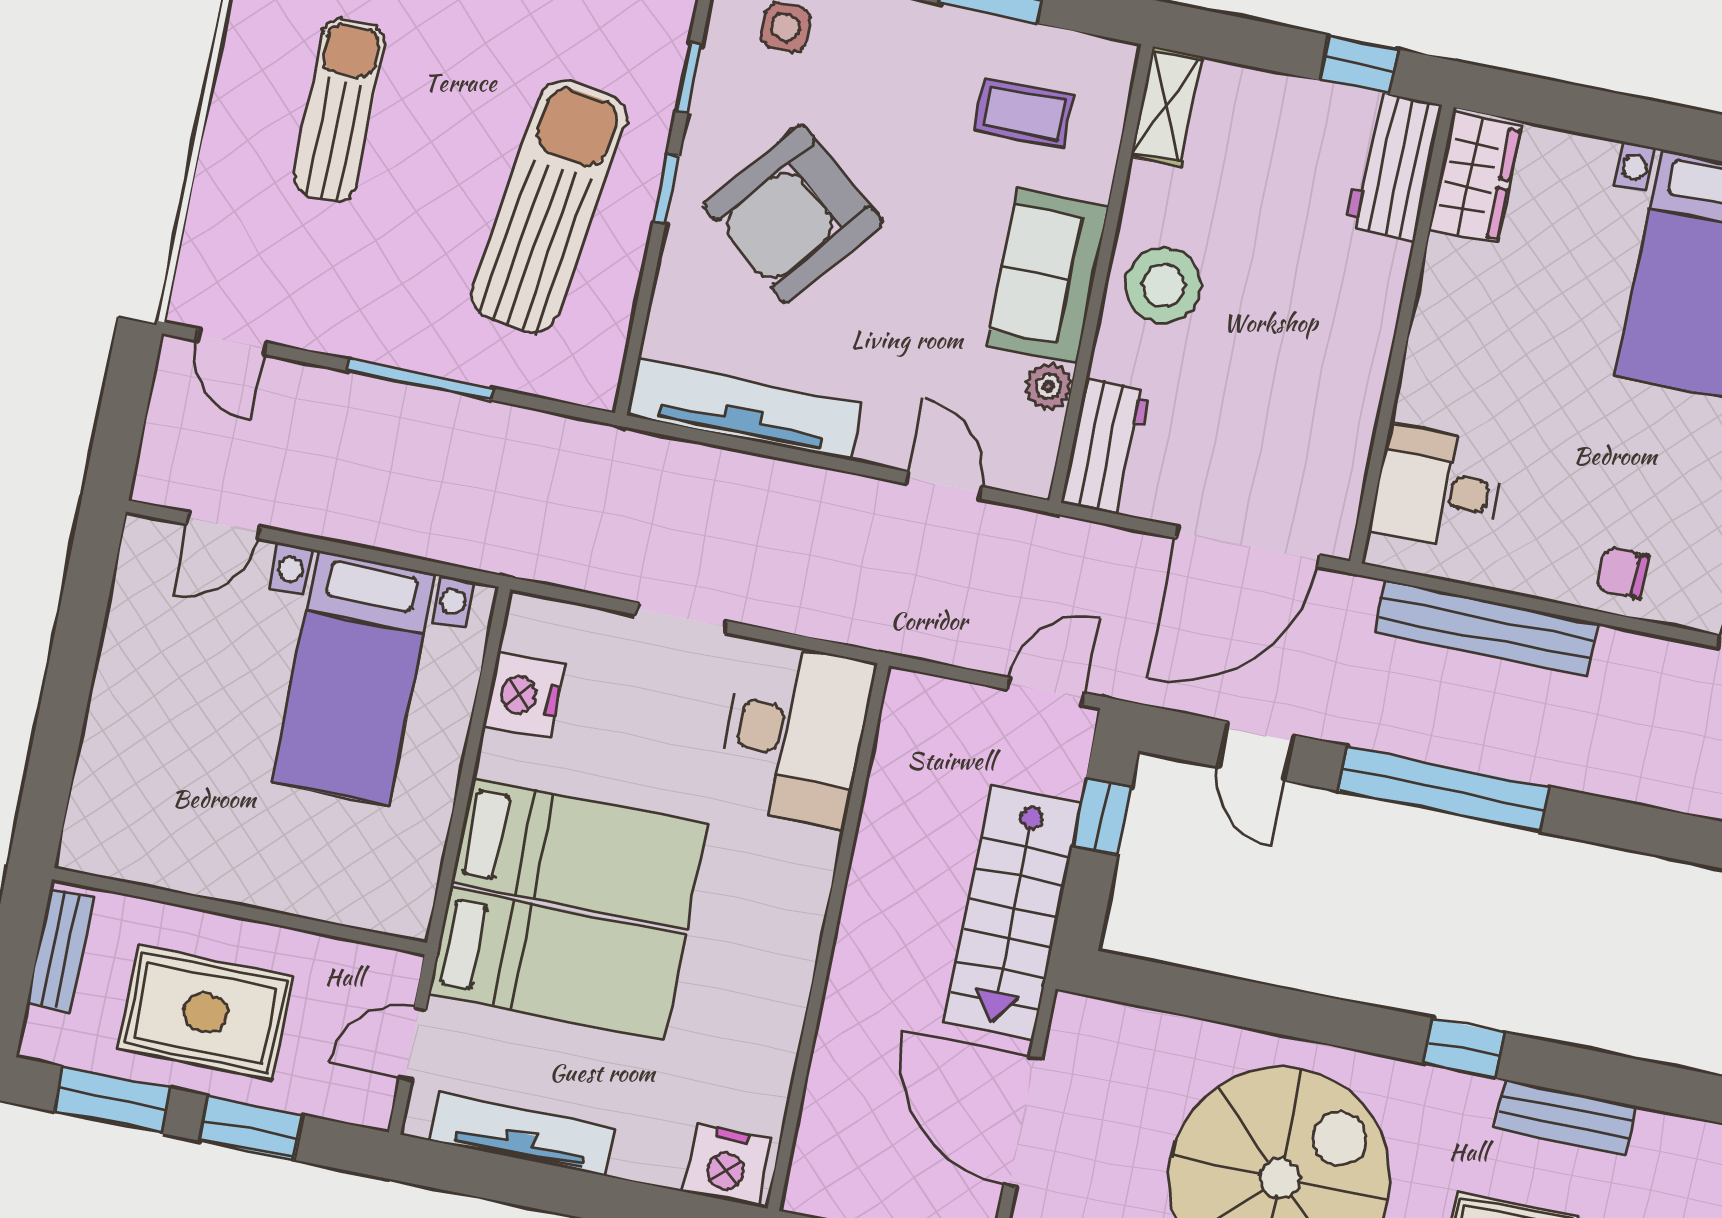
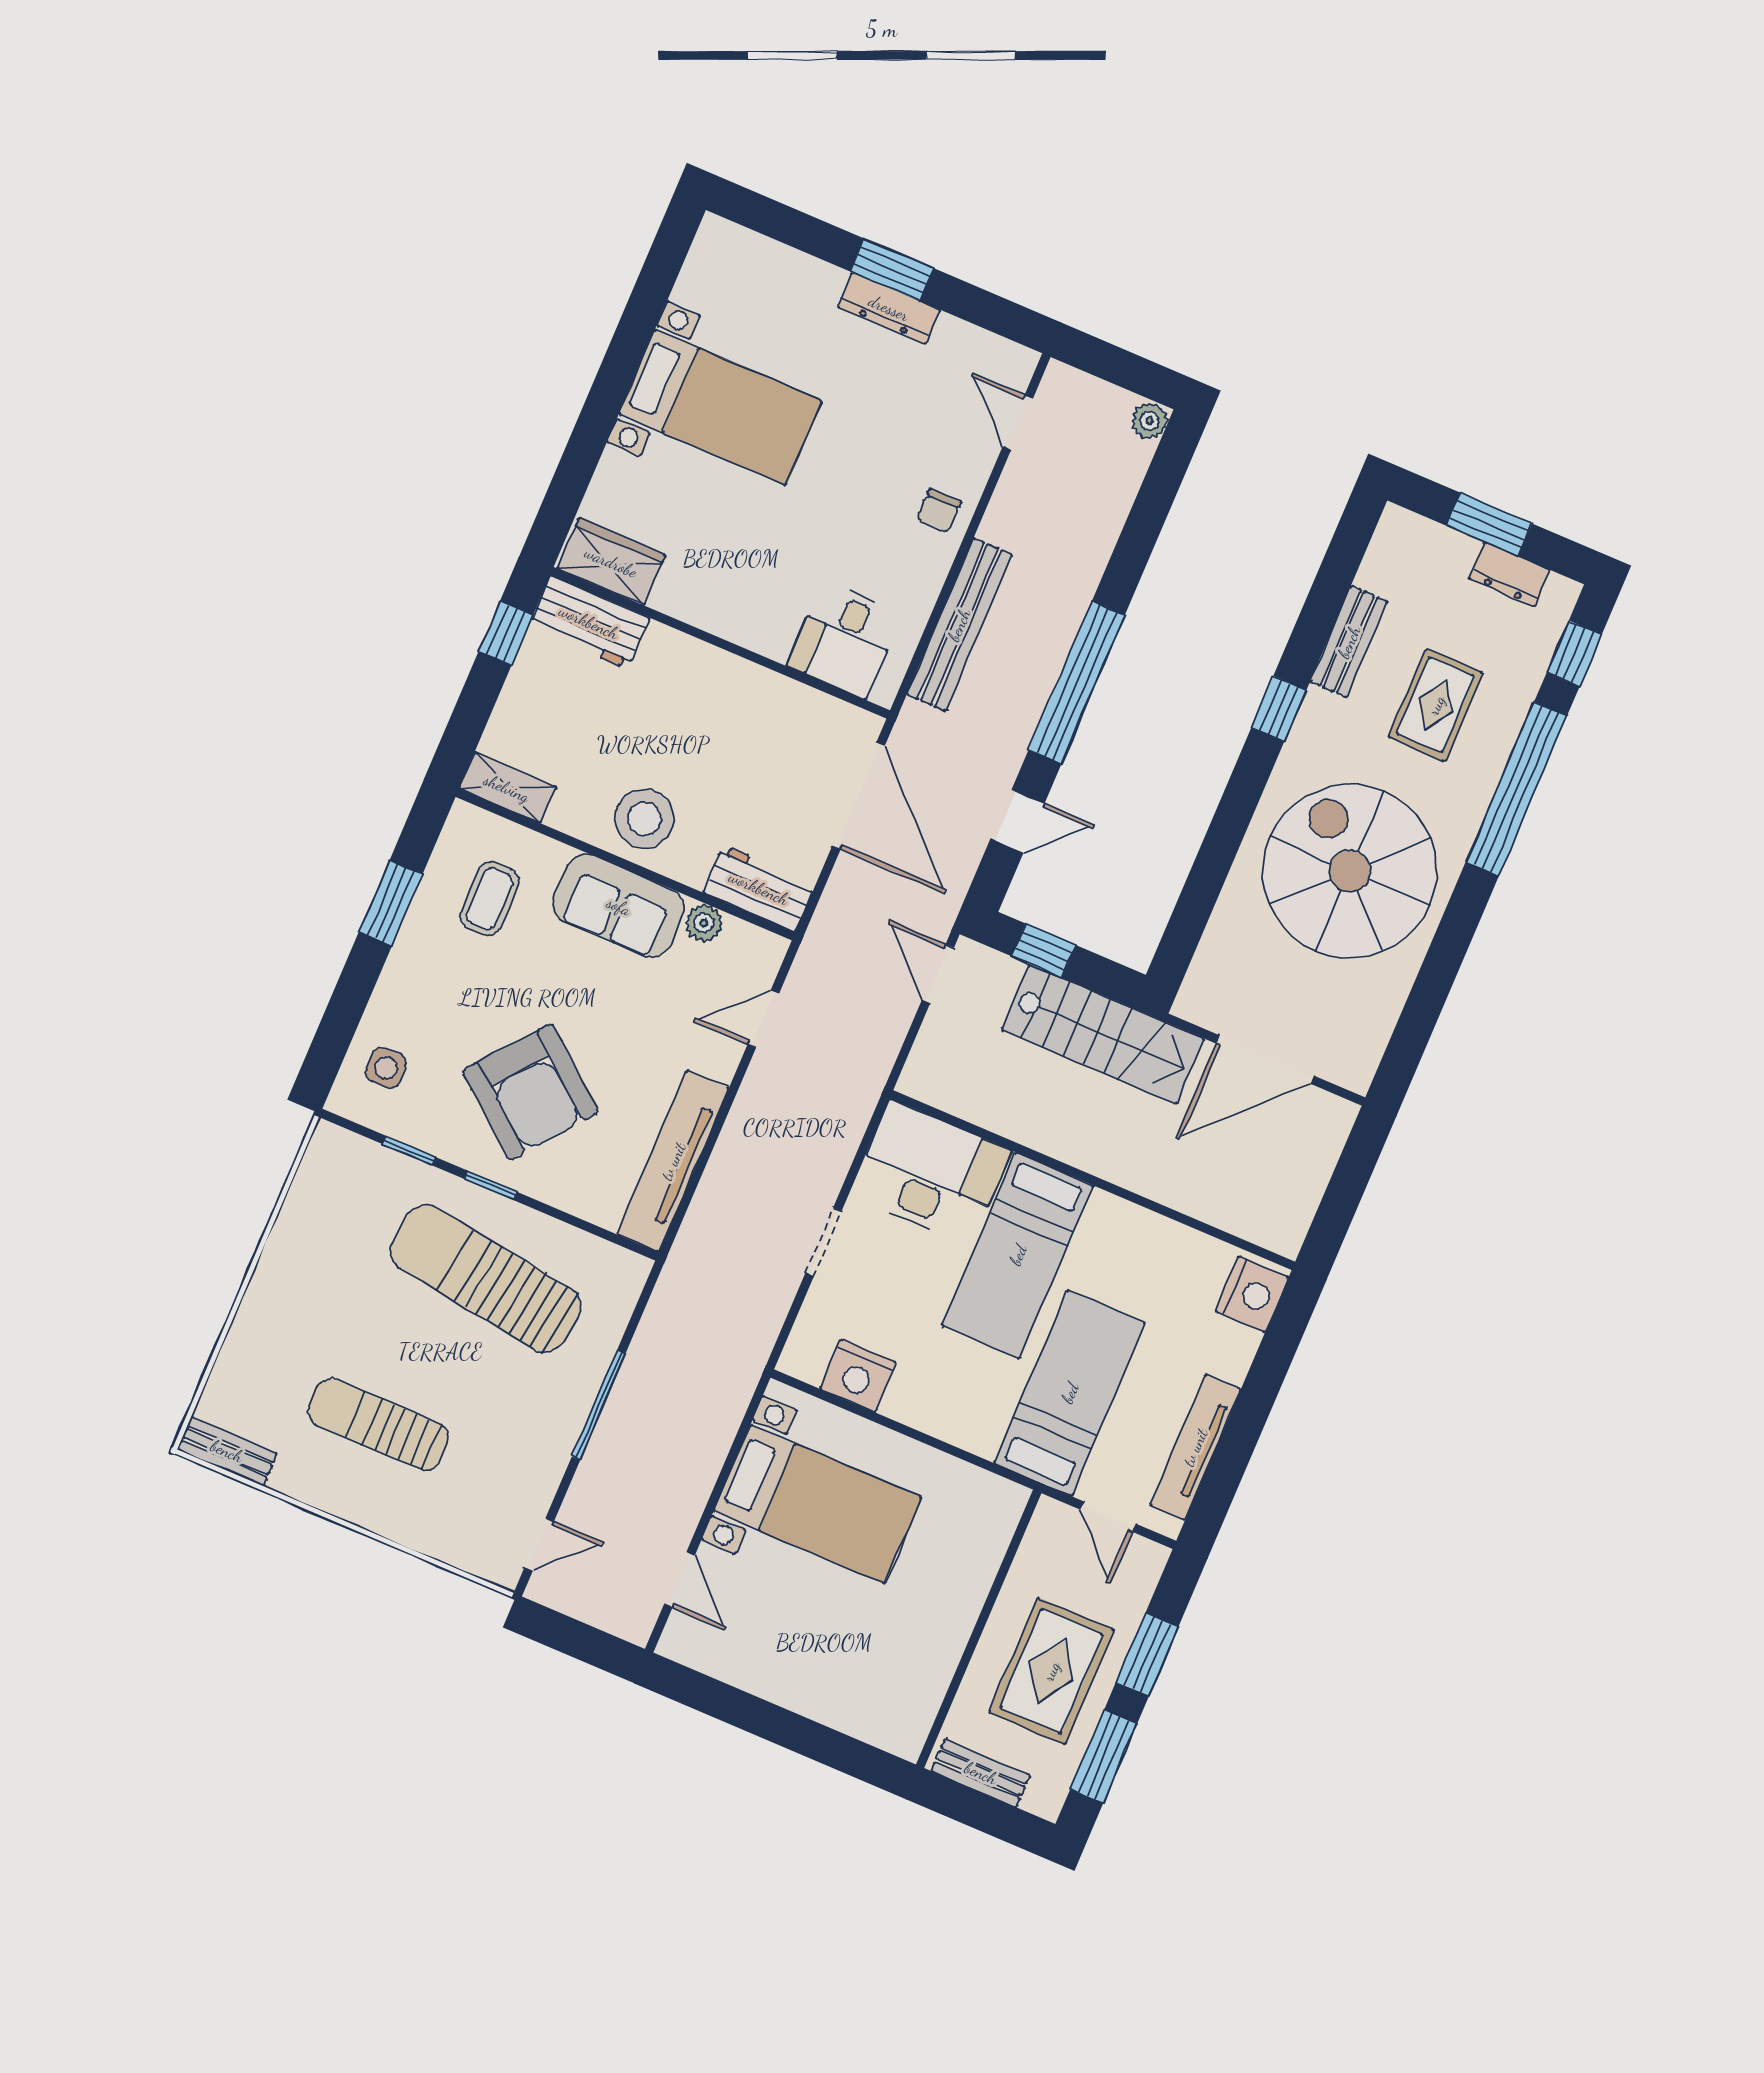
bed: (579, 853) -> (1018, 1255), moved, turned 180

